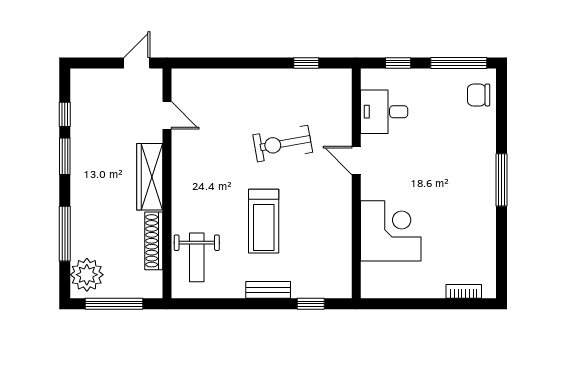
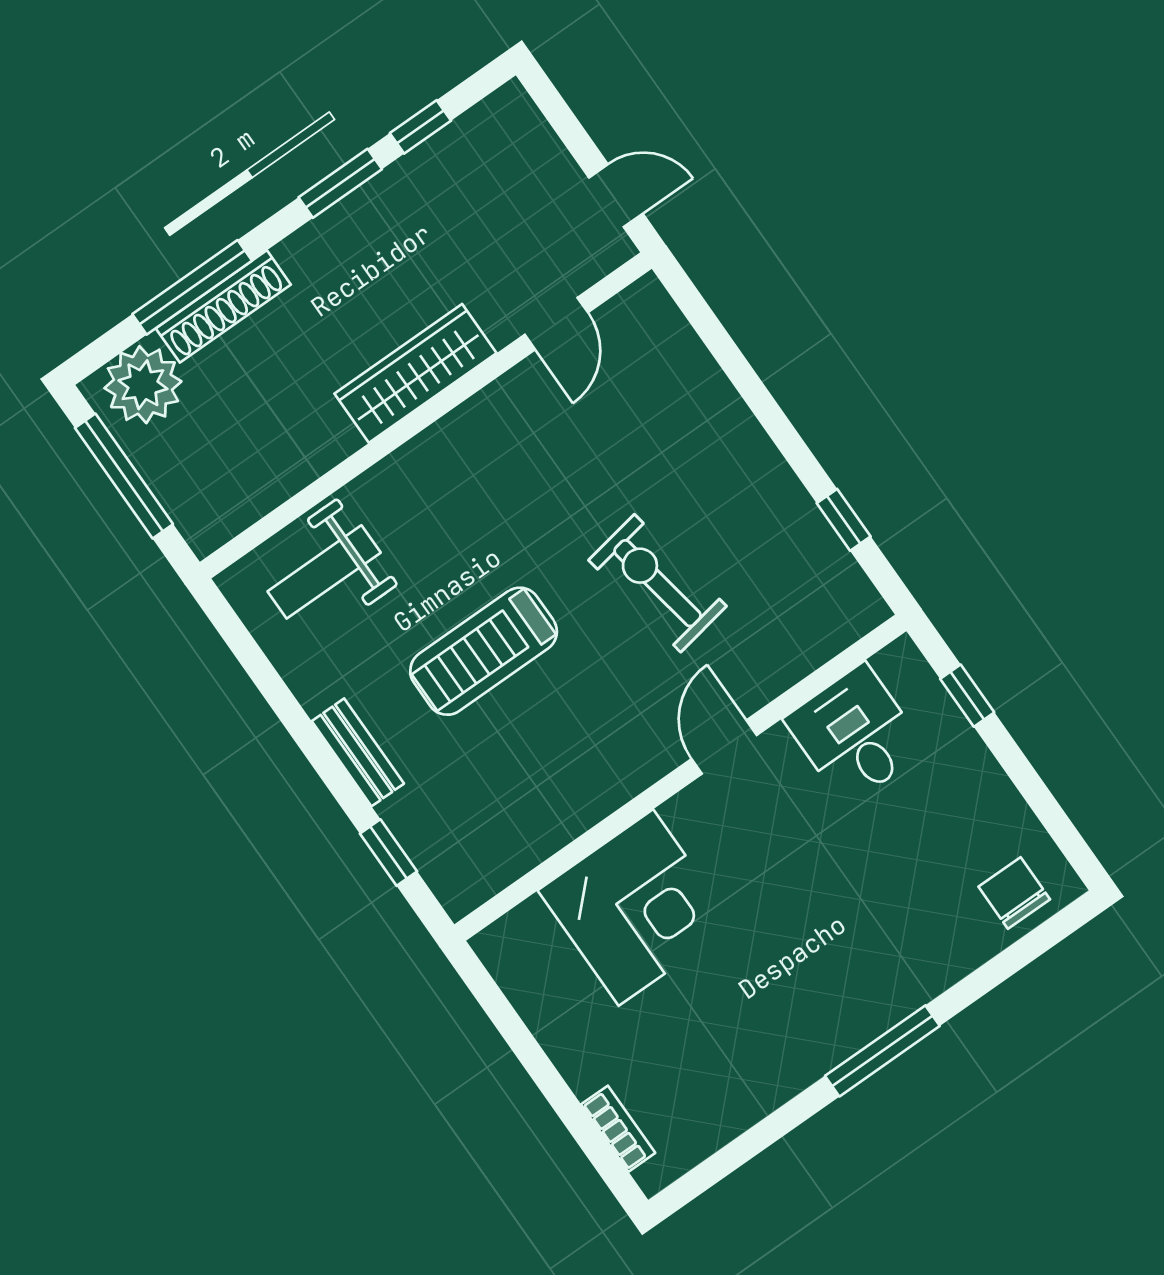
window: (459, 63) -> (1049, 812), removed
shoe rack: (154, 241) -> (223, 306), moved, turned 180

